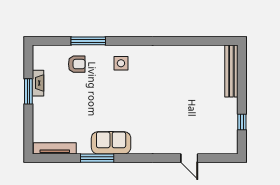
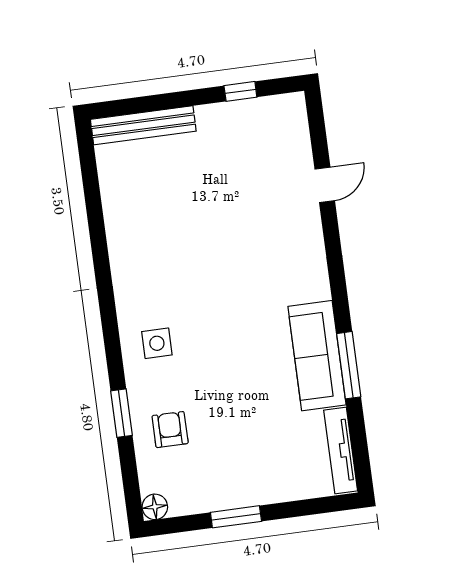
window: (88, 41) -> (122, 413), width x0.69
floor lamp: (39, 51) -> (155, 507), added
fireplace: (38, 83) -> (217, 500), removed
sofa: (111, 143) -> (317, 356), width x1.36

